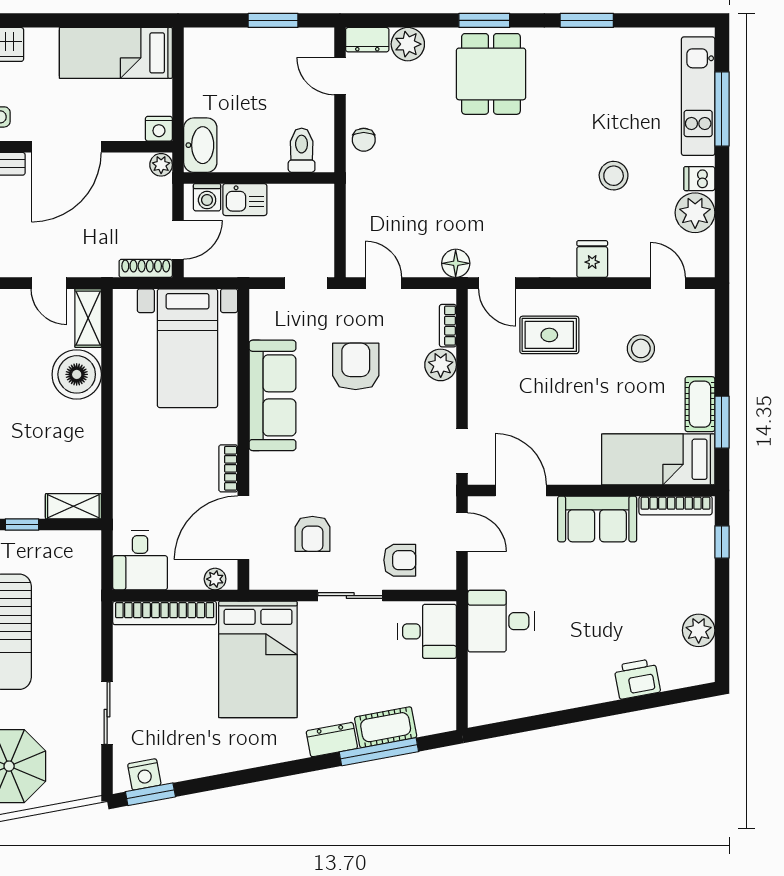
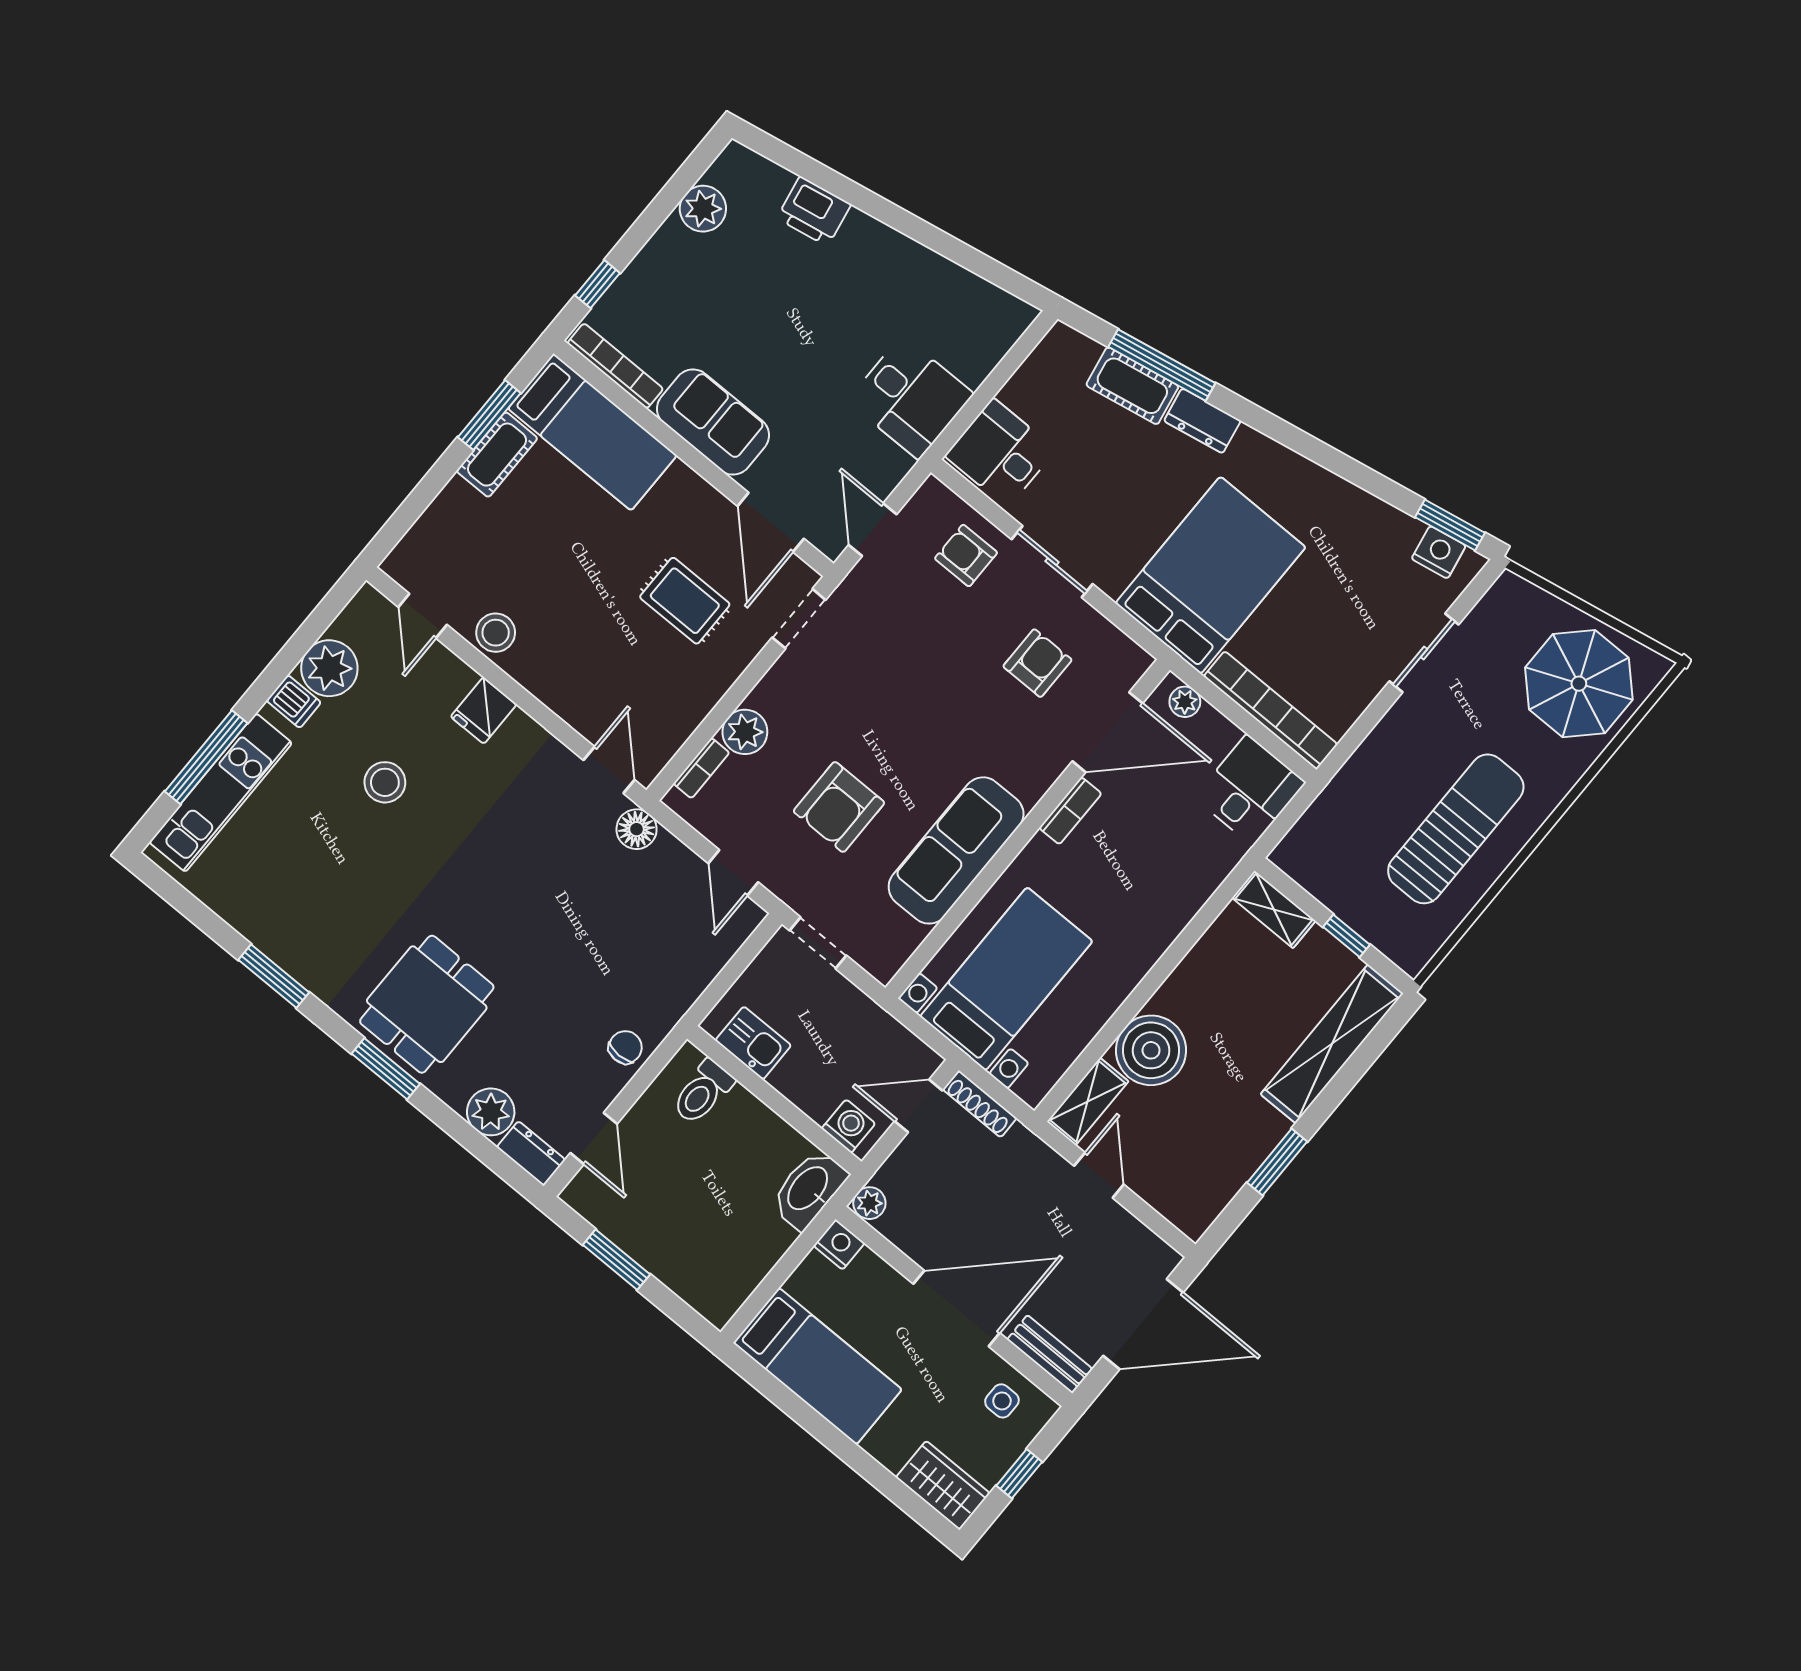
kitchen sink: (245, 200) -> (753, 1043), moved
rug: (549, 335) -> (685, 601), moved
stool: (641, 348) -> (496, 633), moved

